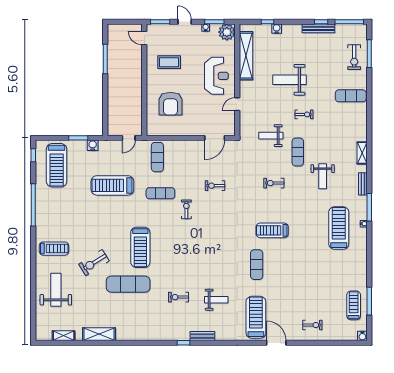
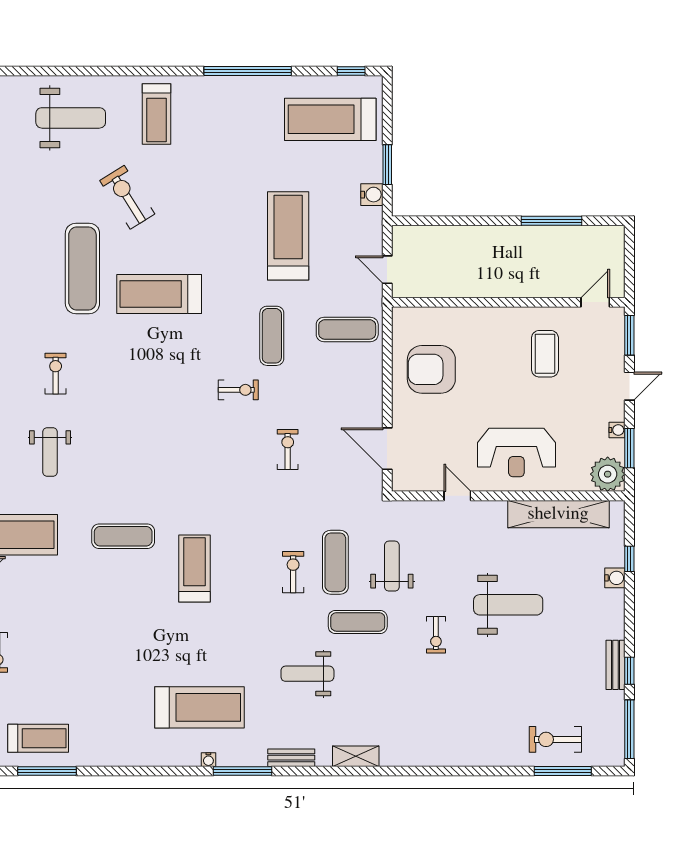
bench: (318, 28) -> (615, 665), width x0.73
weight bench: (290, 80) -> (508, 605), turned 90
exercise mat: (351, 96) -> (335, 562), moved
armchair: (171, 104) -> (431, 369), moved

